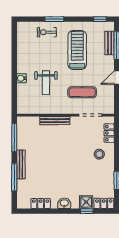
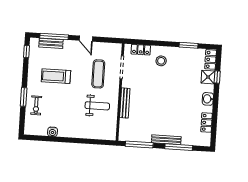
treadmill: (77, 50) -> (56, 76), width x0.73, depth x0.73
water cooler: (21, 78) -> (52, 132), moved
weight bench: (46, 83) -> (97, 106), moved

